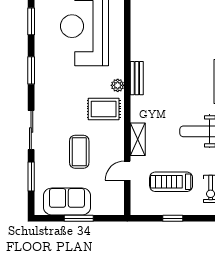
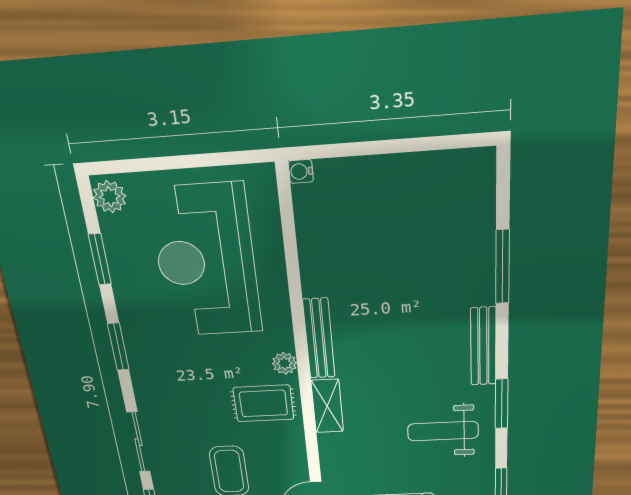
bench: (137, 78) -> (319, 339), width x1.36
shelving: (138, 139) -> (327, 406), moved

